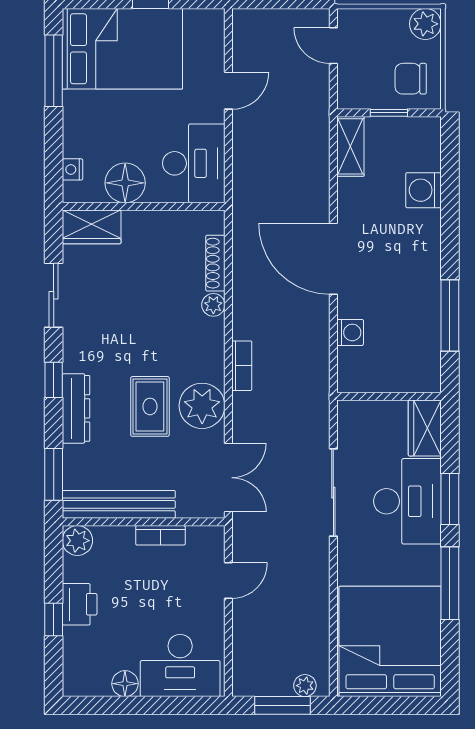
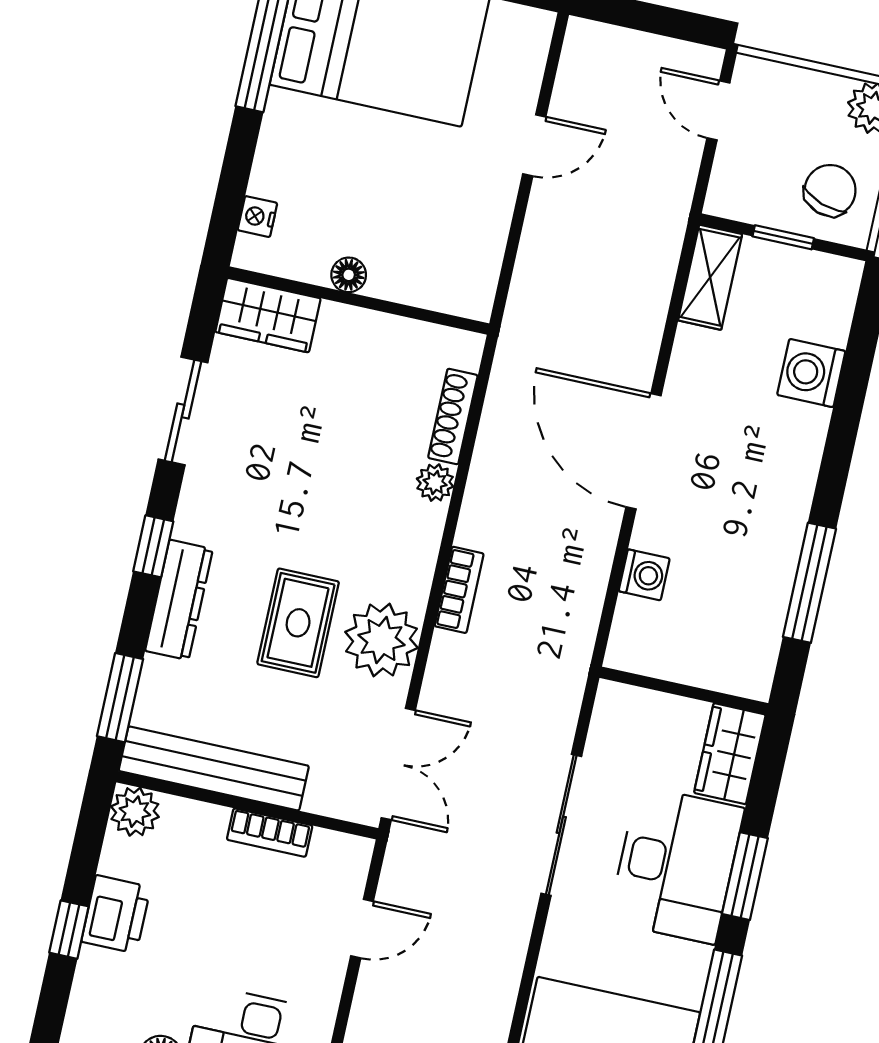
chair: (411, 79) -> (830, 190), turned 109
desk: (194, 163) -> (454, 249), removed
floor lamp: (125, 183) -> (349, 275), width x0.53, depth x0.53

